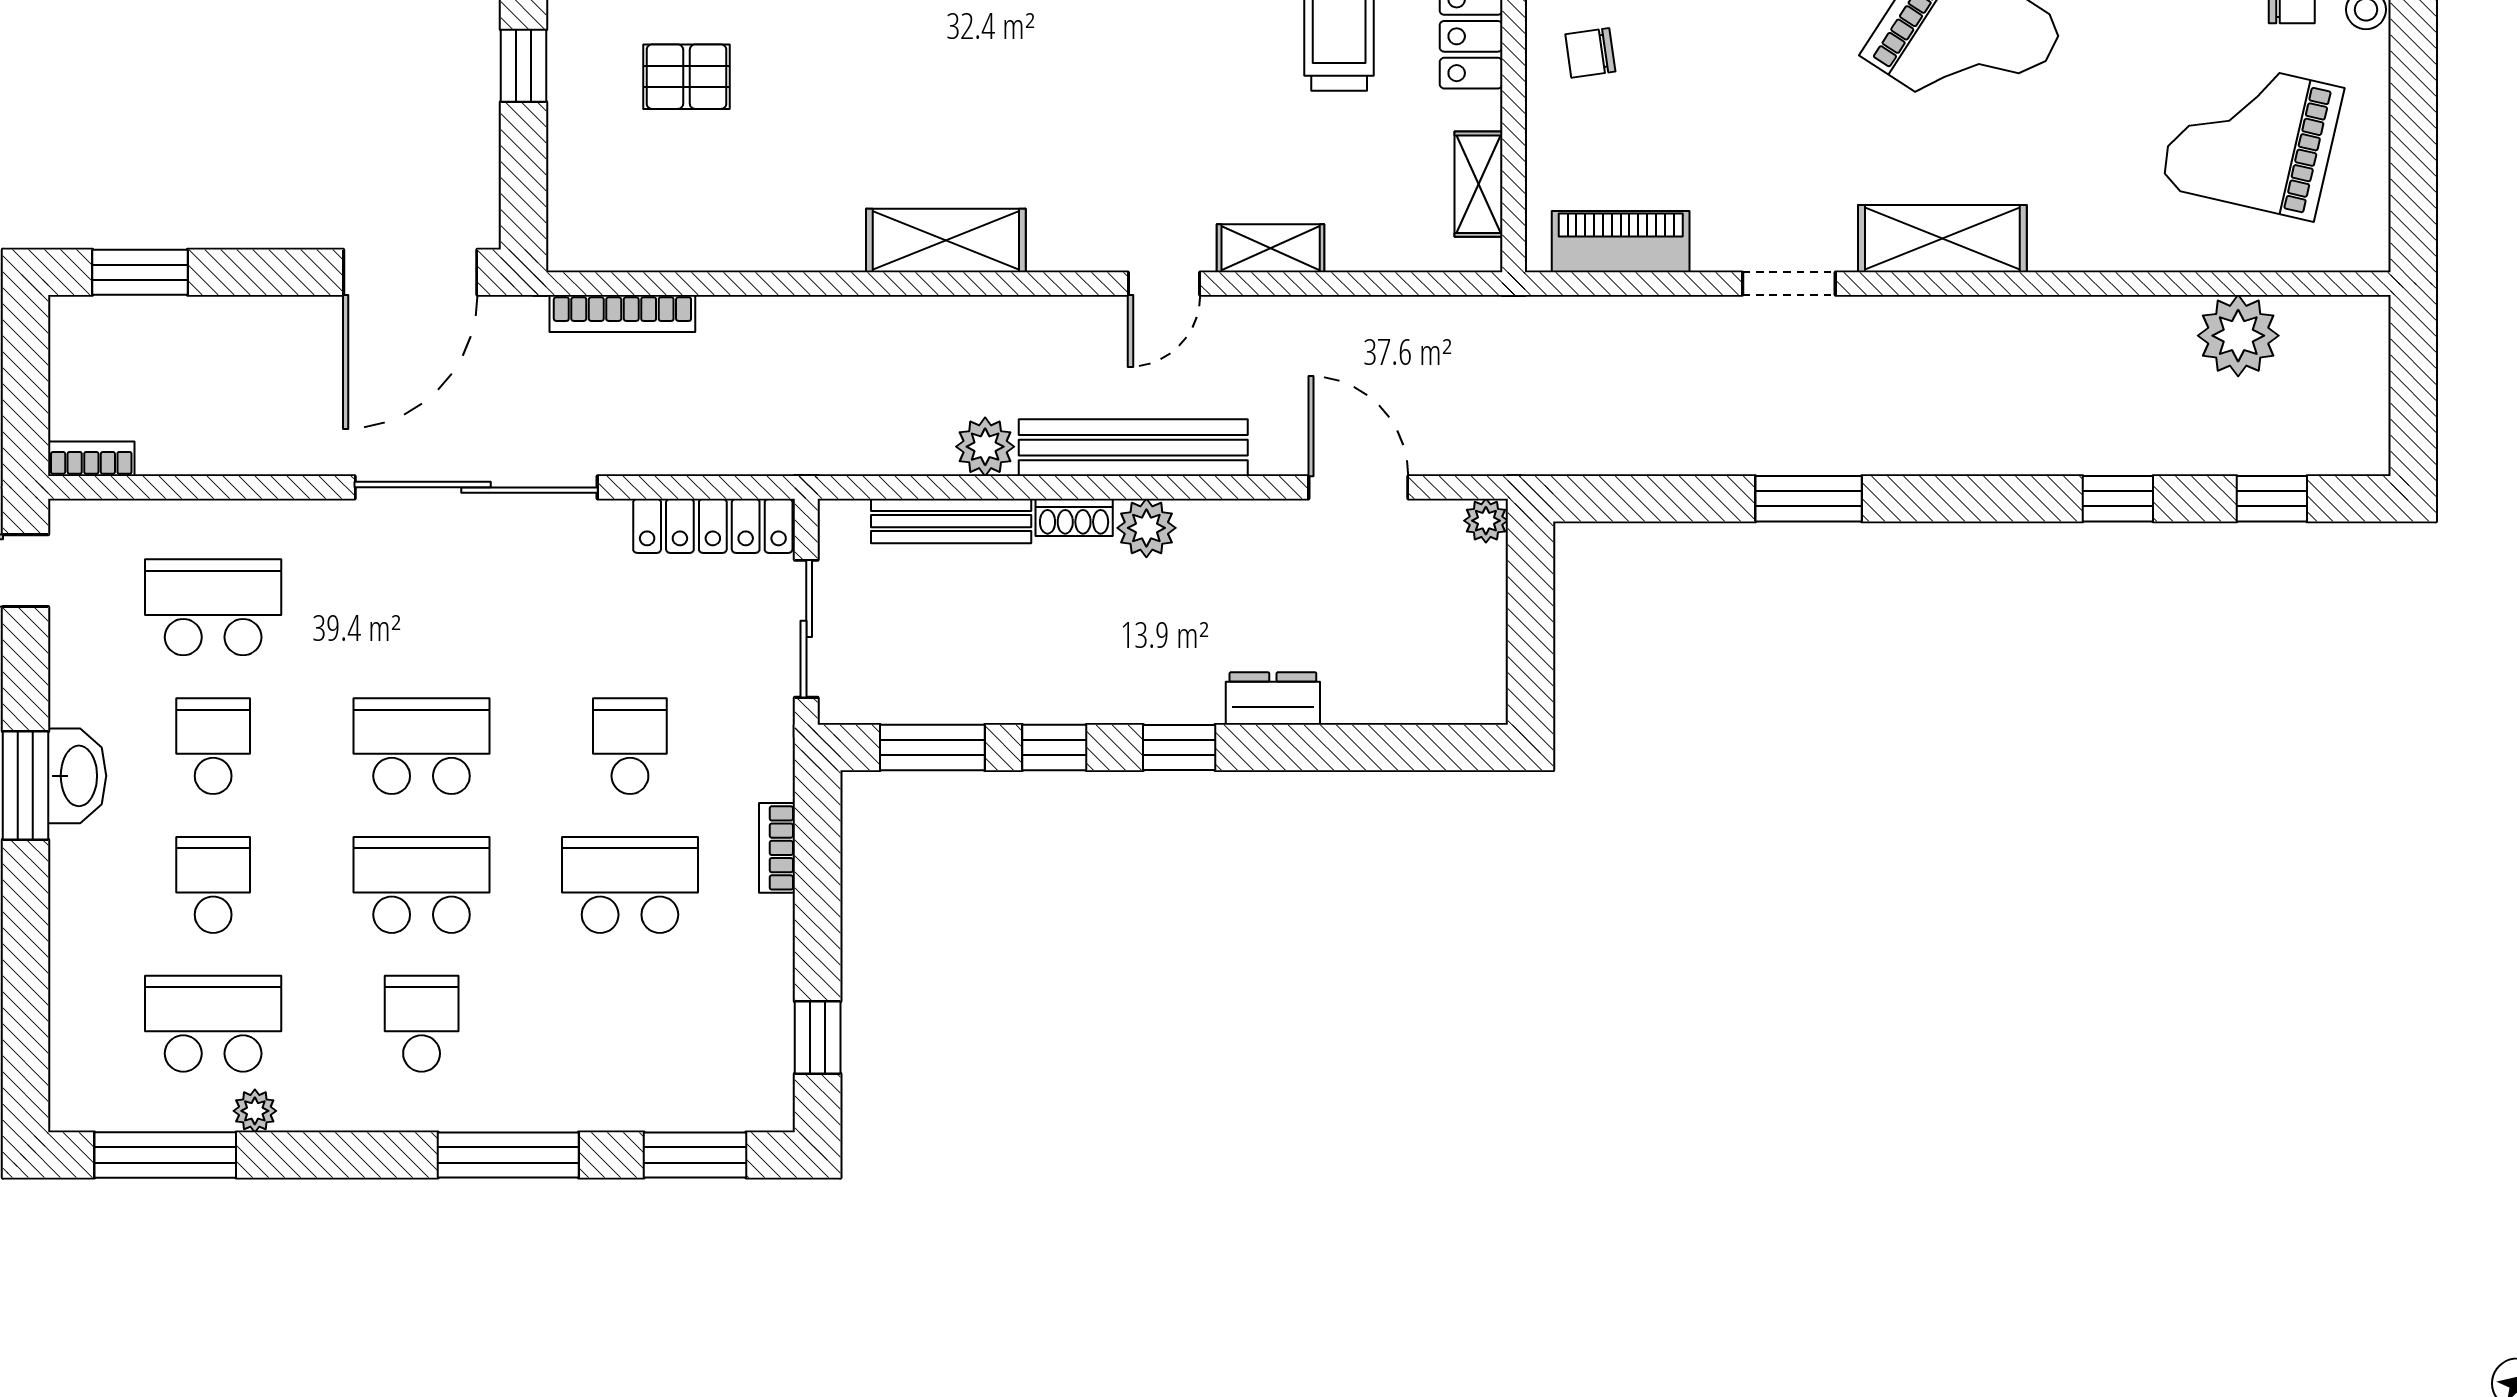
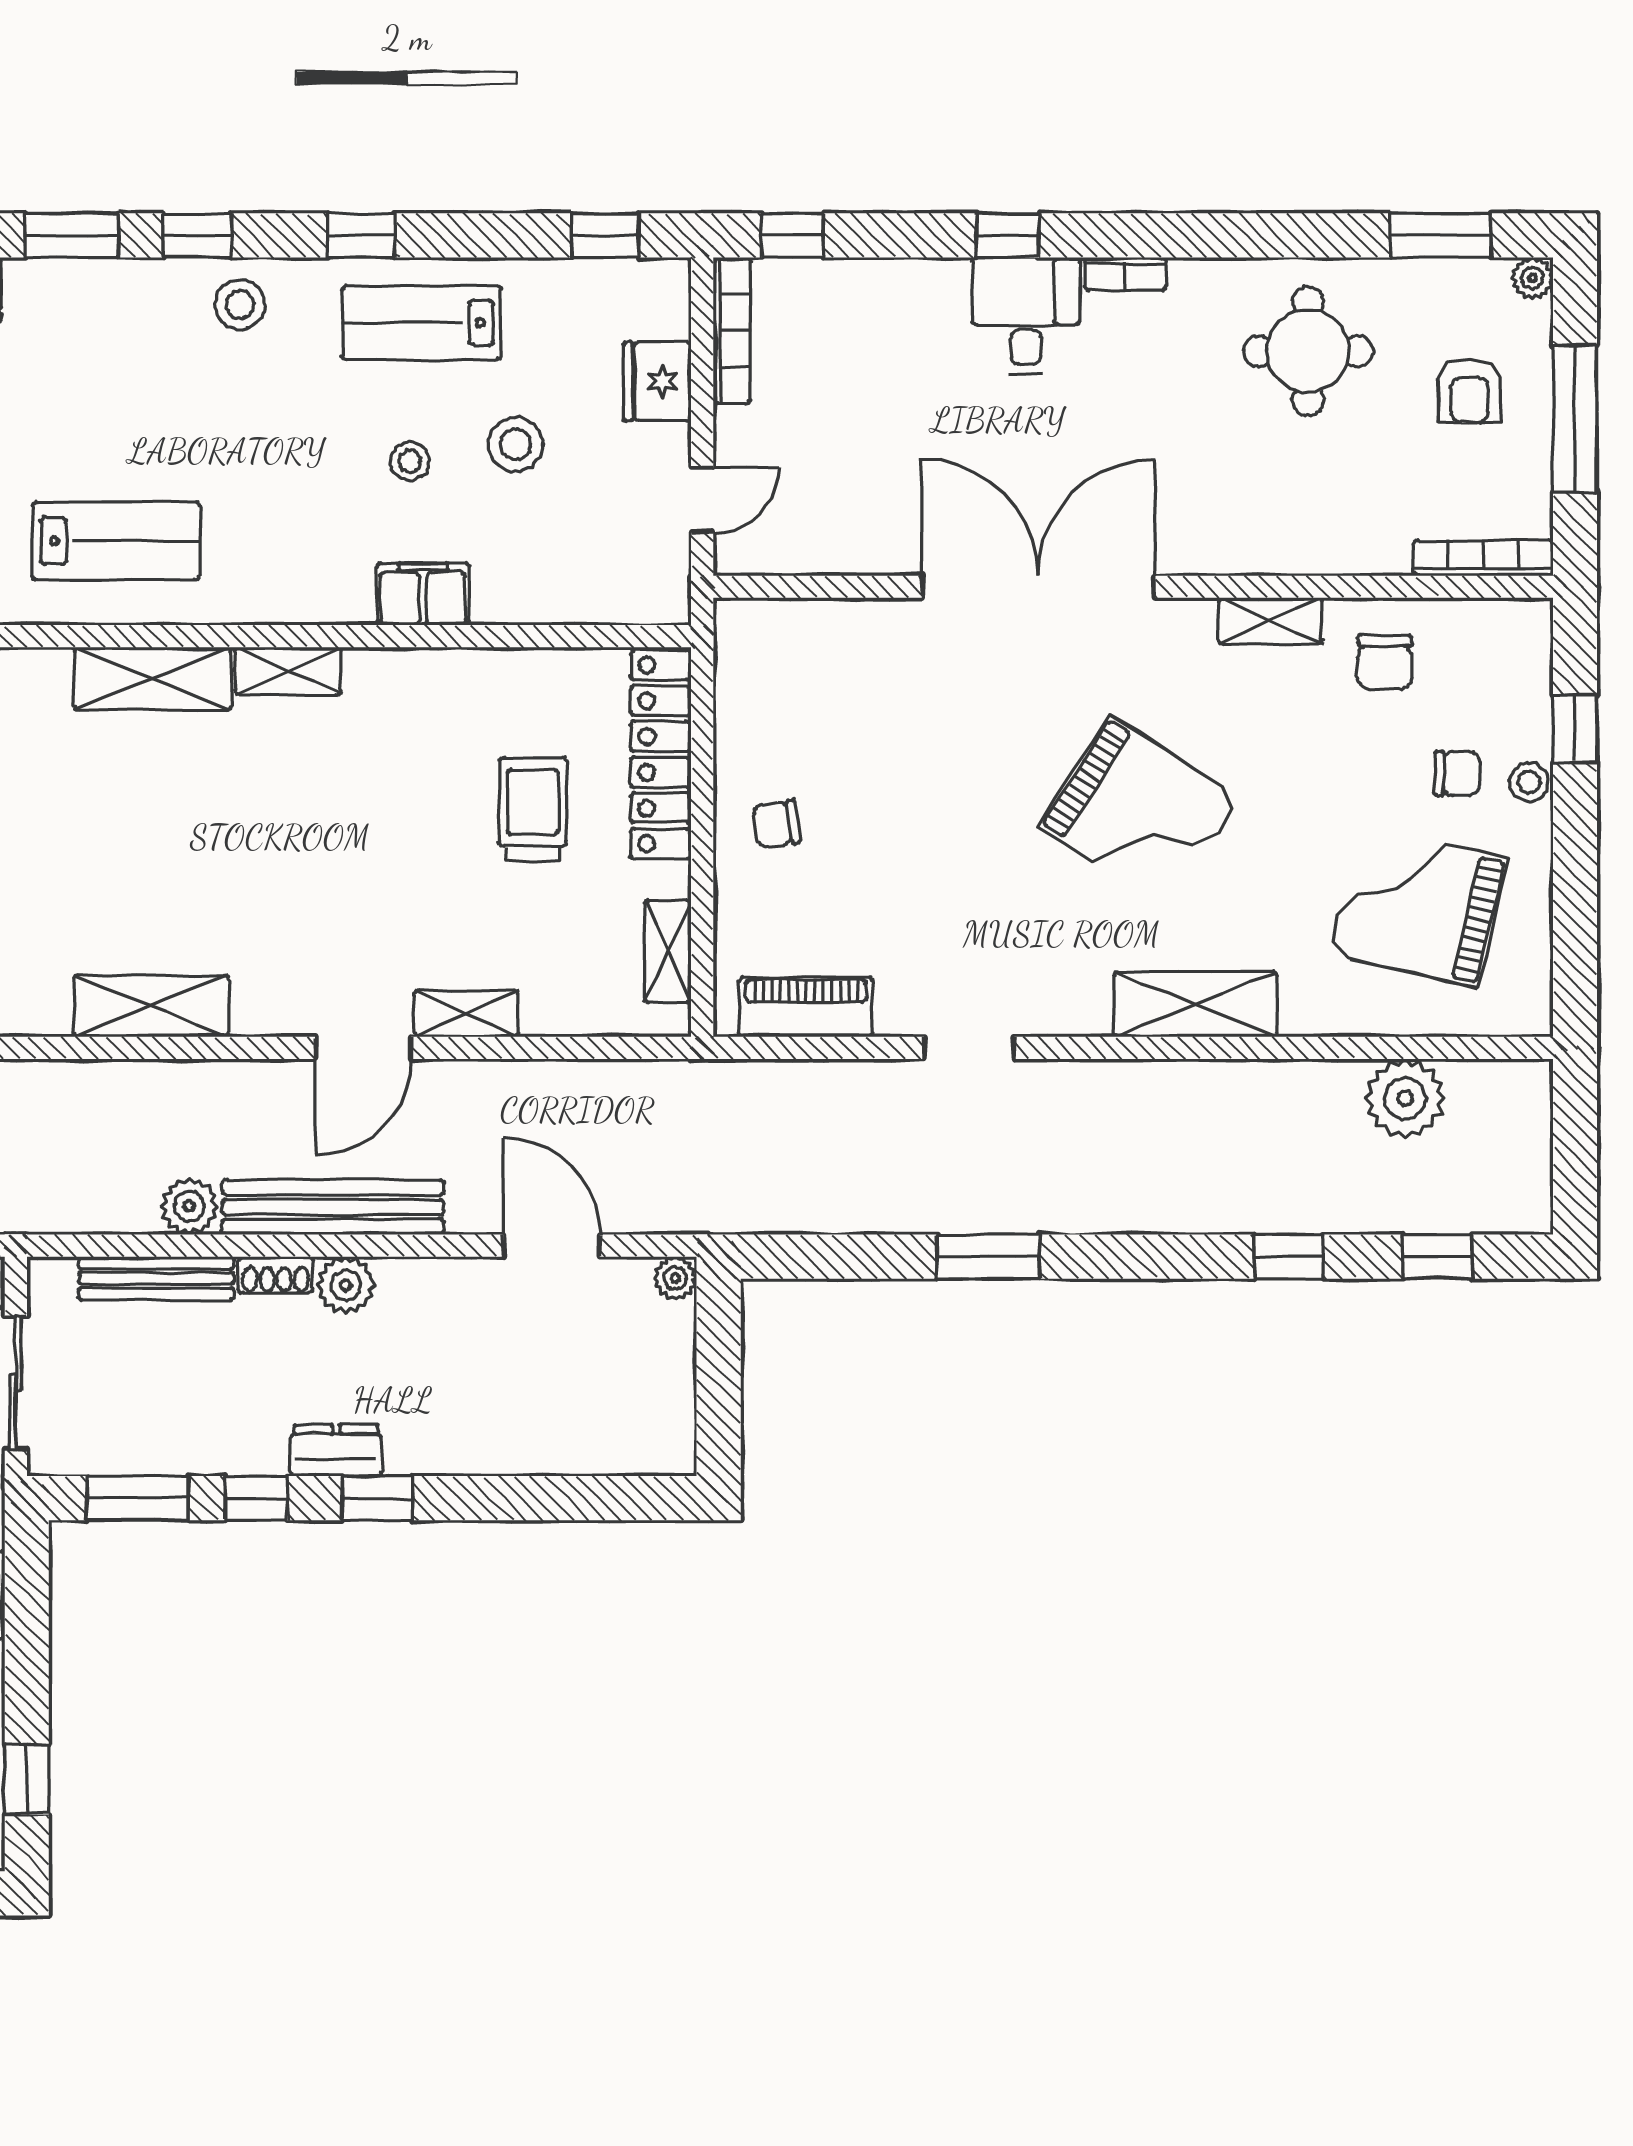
shelving: (1942, 239) -> (1195, 1004), moved
door: (1164, 284) -> (363, 1048), width x1.37
dresser: (1273, 699) -> (336, 1451), moved

